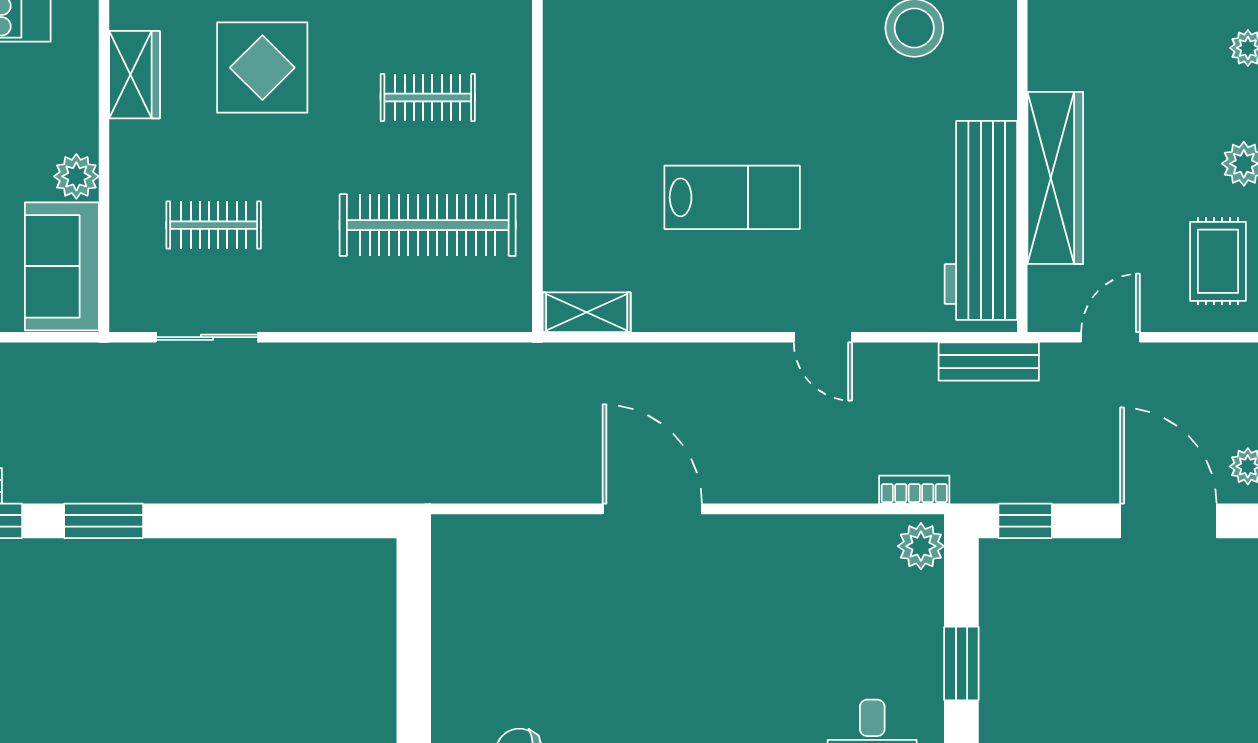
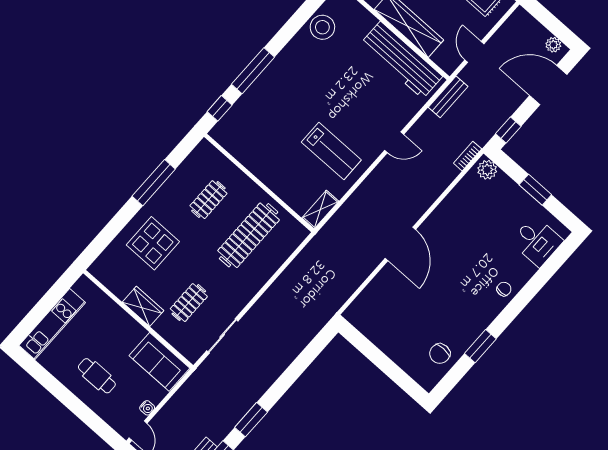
wardrobe: (134, 75) -> (143, 306), moved
plant: (76, 176) -> (135, 332), removed
lab bench: (732, 197) -> (331, 151), moved, turned 90
door: (652, 509) -> (400, 244), swing flipped

